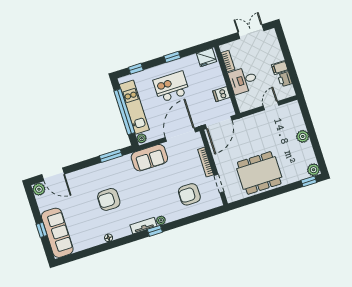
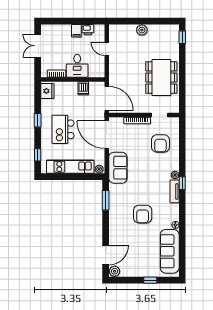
window: (124, 112) -> (72, 177), removed
plant: (313, 170) -> (173, 30), removed
sofa: (57, 233) -> (170, 251), moved, turned -90

